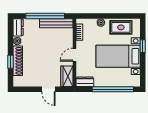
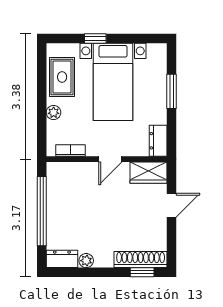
bench: (56, 23) -> (55, 191), removed
door: (74, 55) -> (110, 159), hinge flipped
shoe rack: (18, 61) -> (141, 260), moved
window: (10, 62) -> (142, 272), moved
window: (113, 89) -> (172, 91), width x0.47

